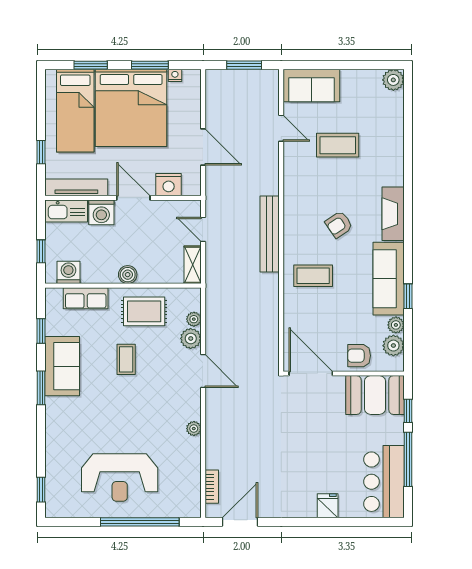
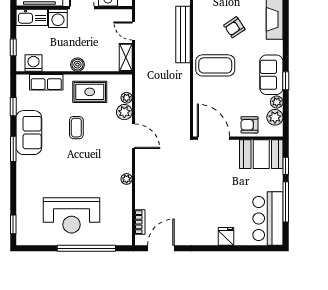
coffee table: (313, 276) -> (215, 65), width x1.36, depth x1.32
sofa: (389, 279) -> (271, 75), width x0.73

